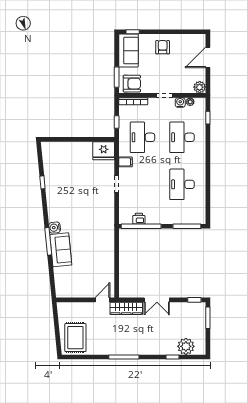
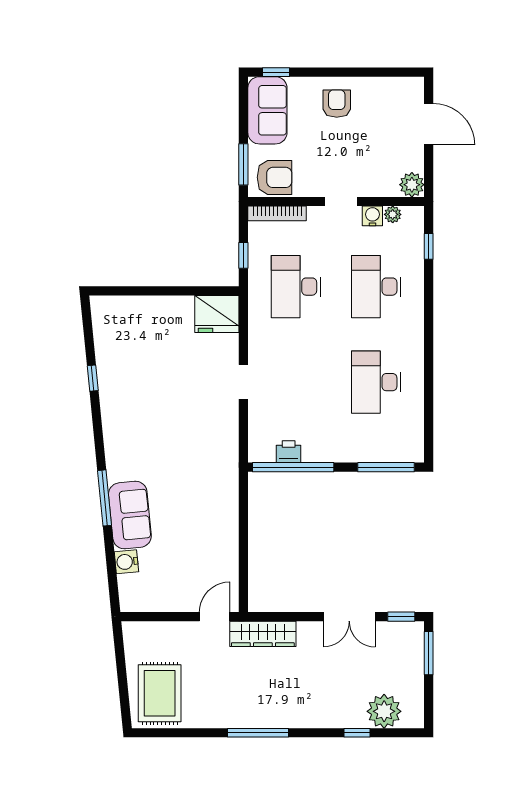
door: (208, 57) -> (429, 124), swing flipped
filing cabinet: (126, 162) -> (261, 337), removed
water cooler: (55, 228) -> (126, 562), moved
double door: (157, 300) -> (349, 617), moved

